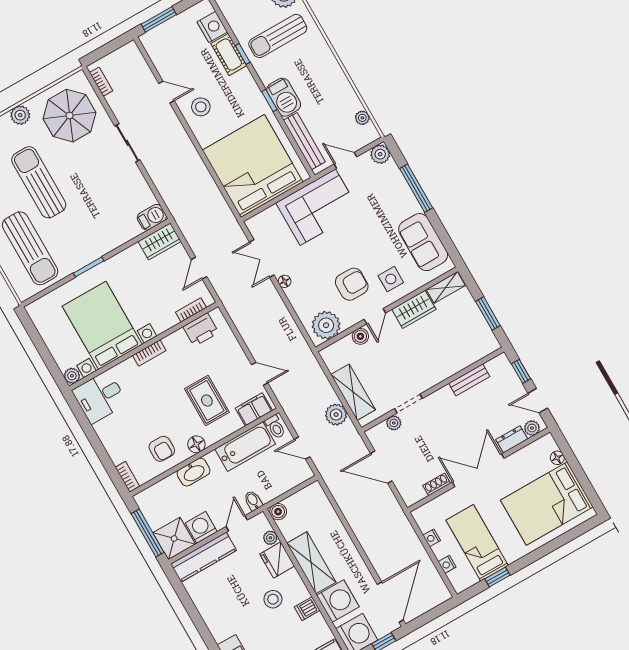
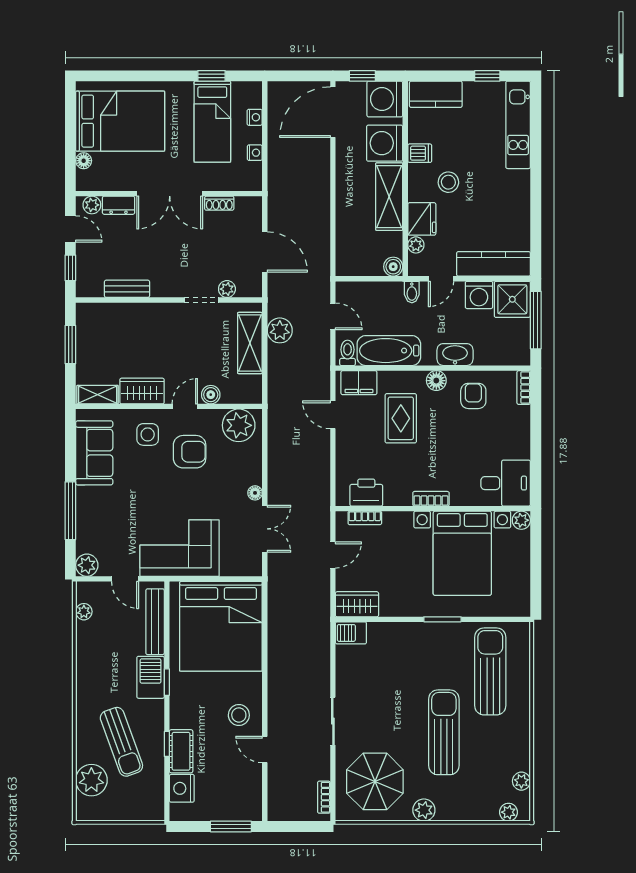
sun lounger: (278, 36) -> (121, 742), turned 70
sun lounger: (39, 182) -> (444, 732), turned 180
armchair: (352, 284) -> (190, 452), turned 180

